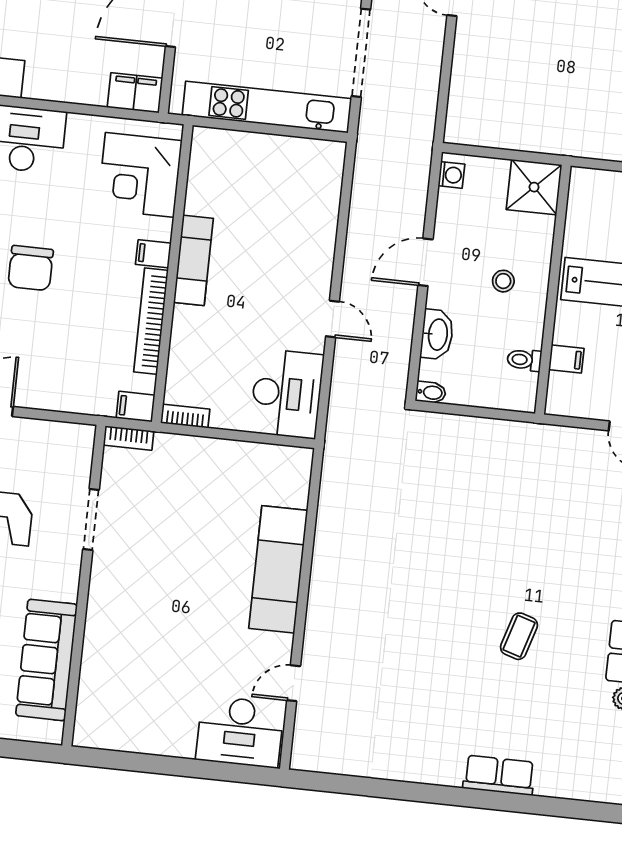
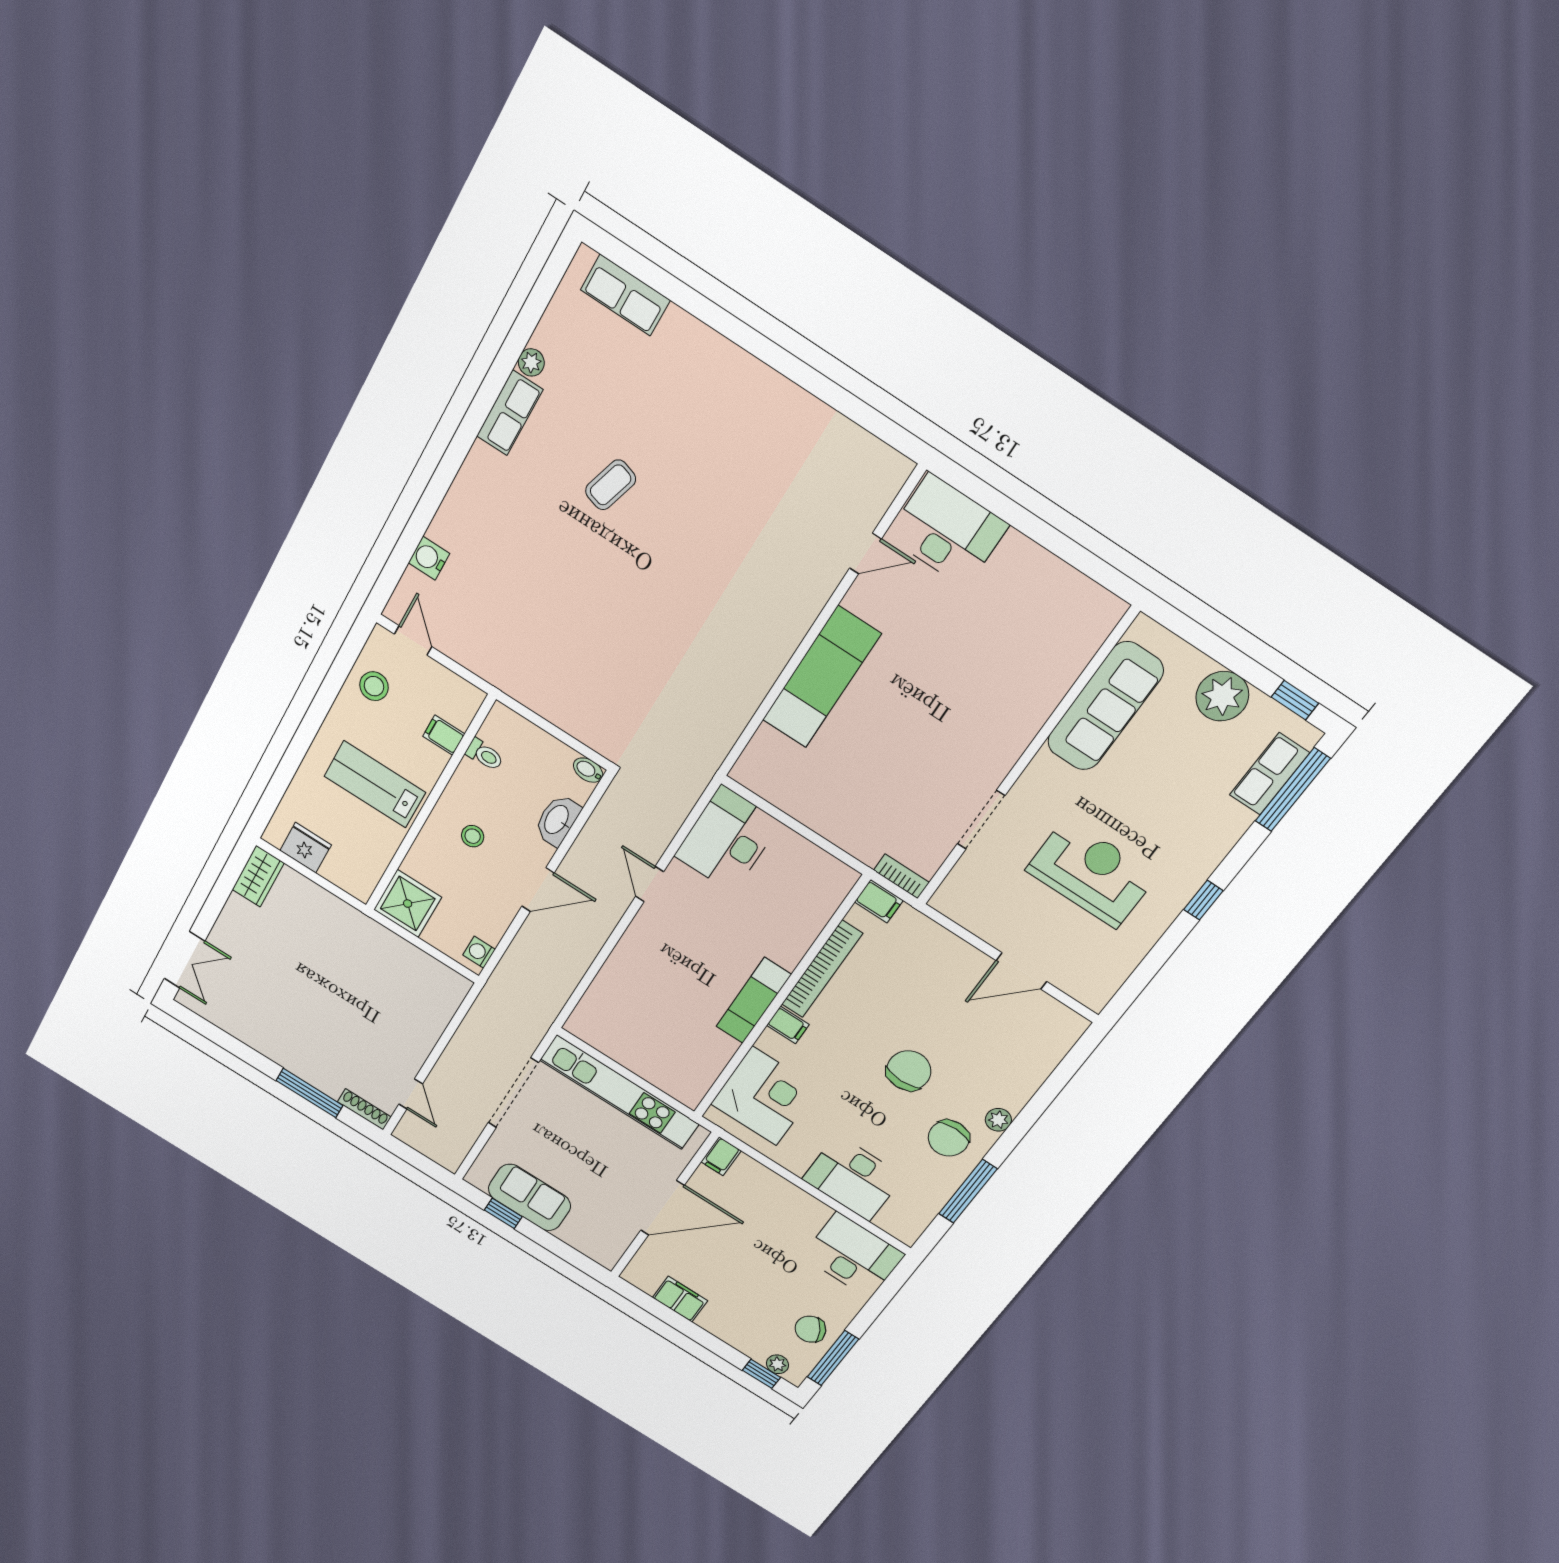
filing cabinet: (135, 93) -> (721, 1156), width x0.50
bookcase: (185, 416) -> (836, 868), removed
row of seats: (499, 775) -> (625, 295), moved

